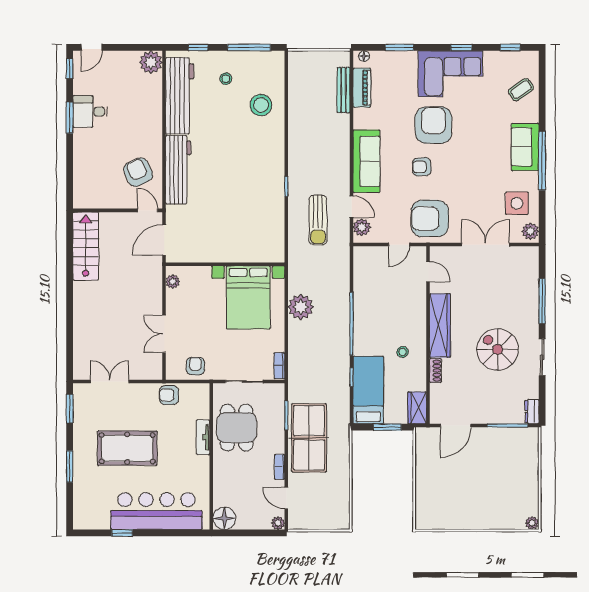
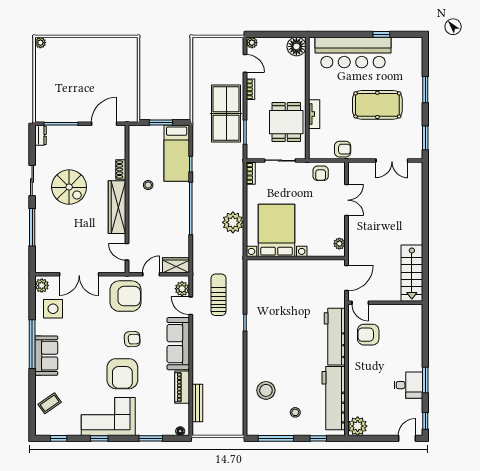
piano: (362, 88) -> (182, 387), moved
armchair: (138, 172) -> (368, 335), turned 115
wardrobe: (417, 408) -> (176, 265), moved, turned -90

